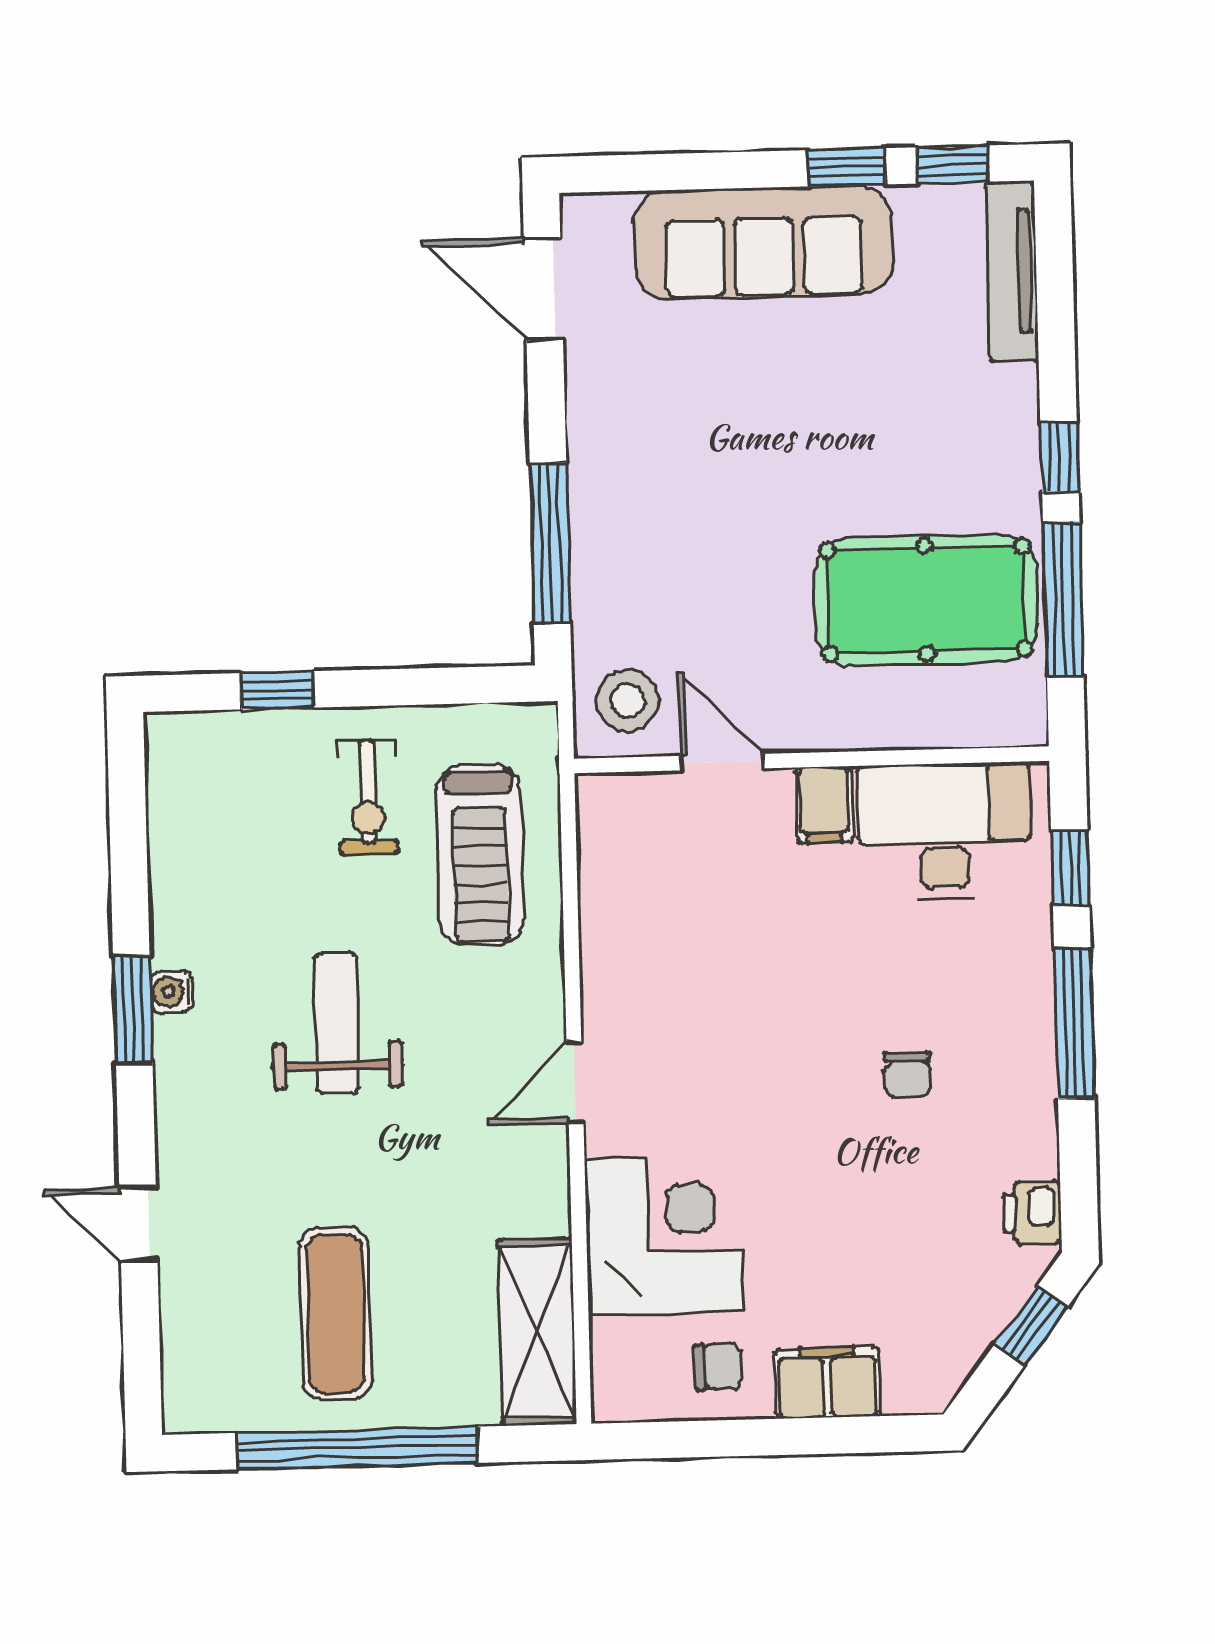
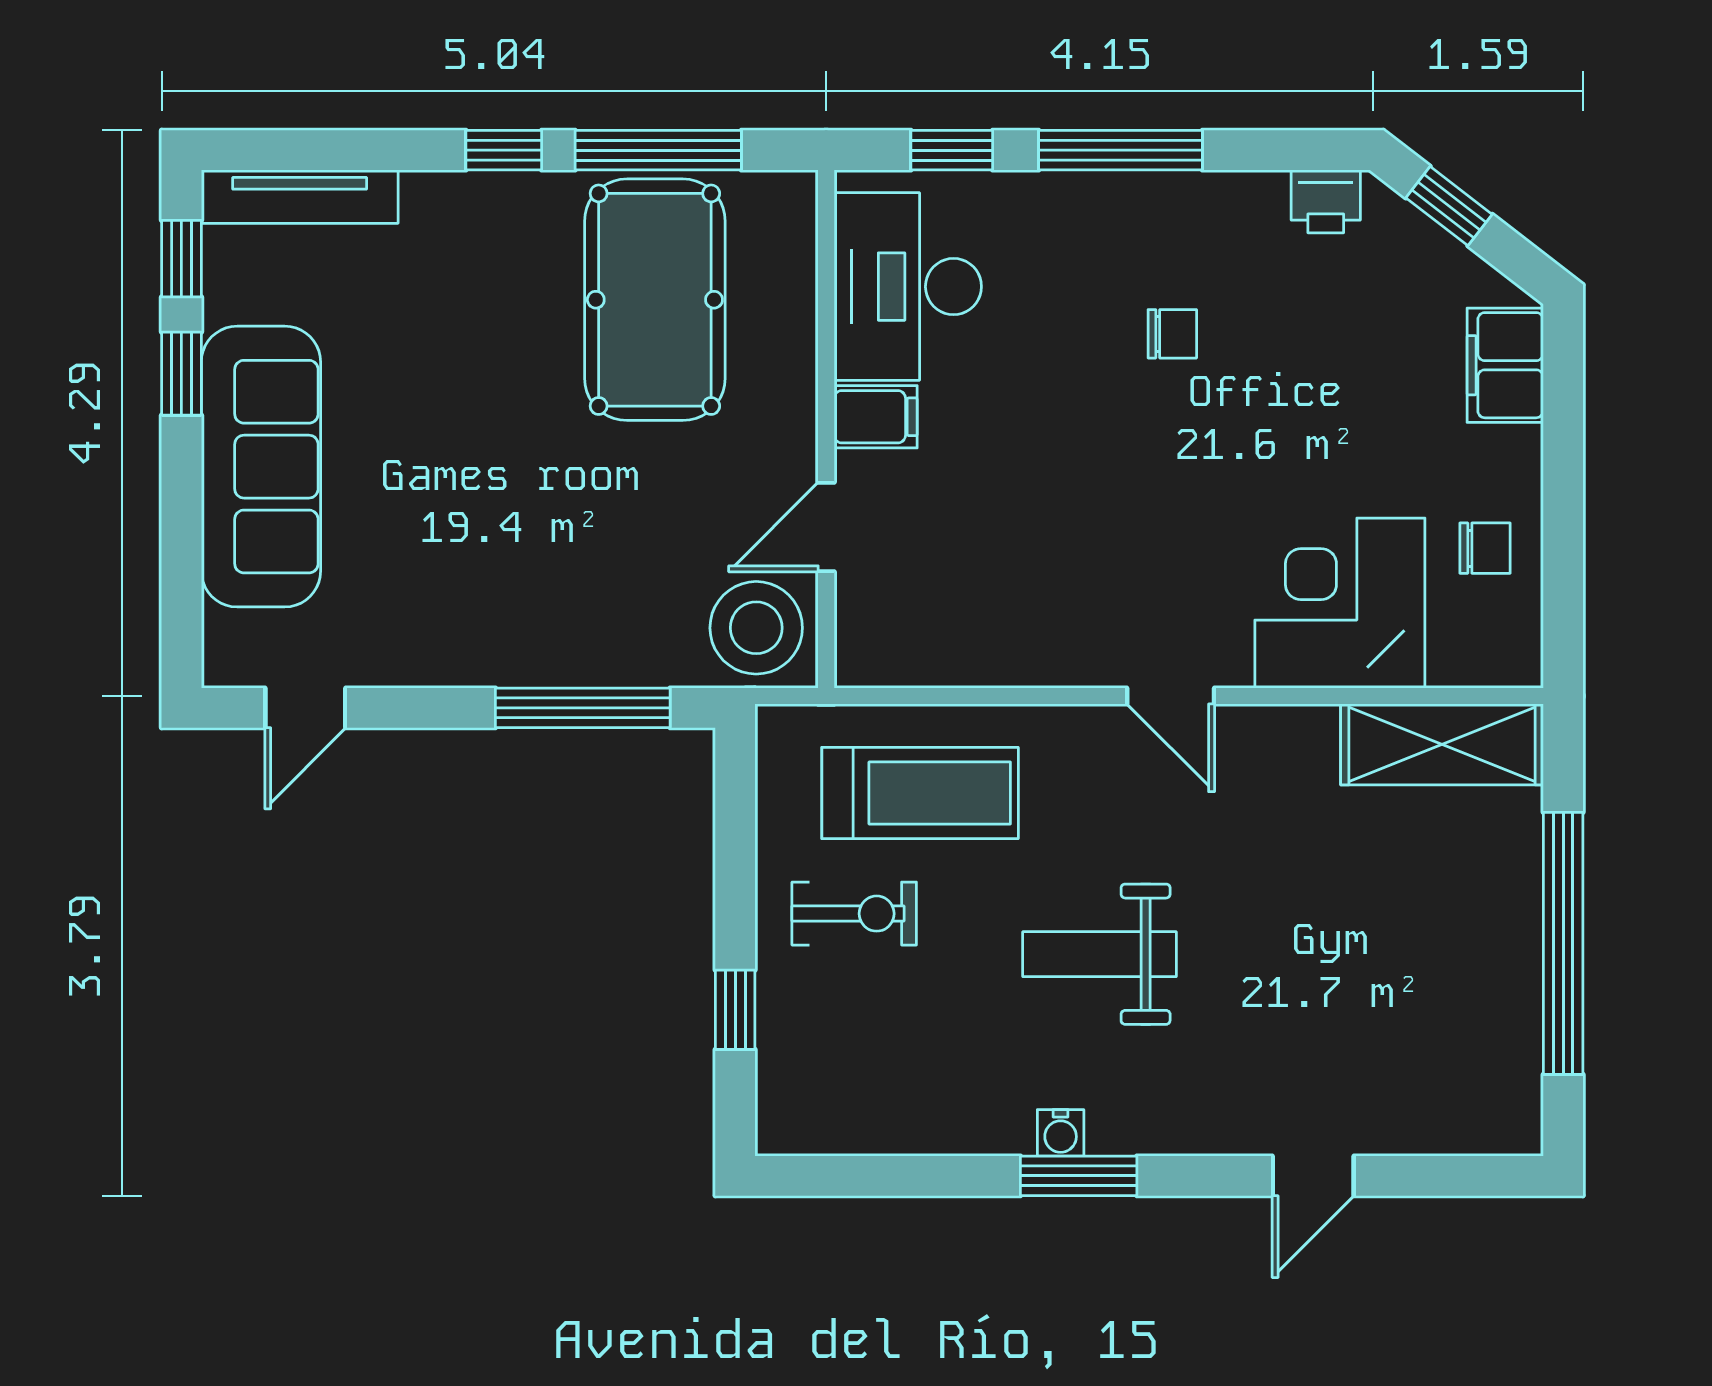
door: (543, 289) -> (305, 708), width x0.73
stool: (628, 700) -> (756, 628), width x1.38, depth x1.38
exercise mat: (336, 1313) -> (1416, 963), removed
chair: (718, 1367) -> (1485, 548), turned 90
filing cabinet: (828, 1383) -> (1505, 365), moved

